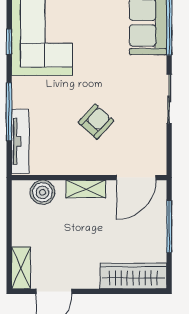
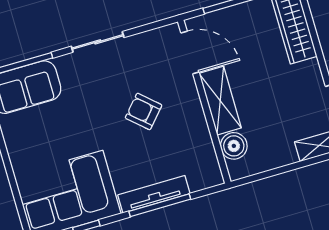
tv unit: (20, 141) -> (154, 194), moved
shelving: (86, 189) -> (220, 101), width x1.50, depth x1.33

